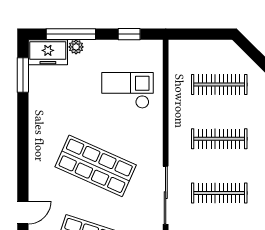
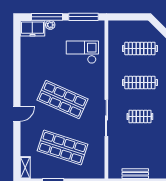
window: (129, 34) -> (83, 17), width x2.17
window: (23, 75) -> (17, 43), removed
clothes rail: (219, 193) -> (140, 117), width x0.73
door: (23, 212) -> (17, 114), moved

